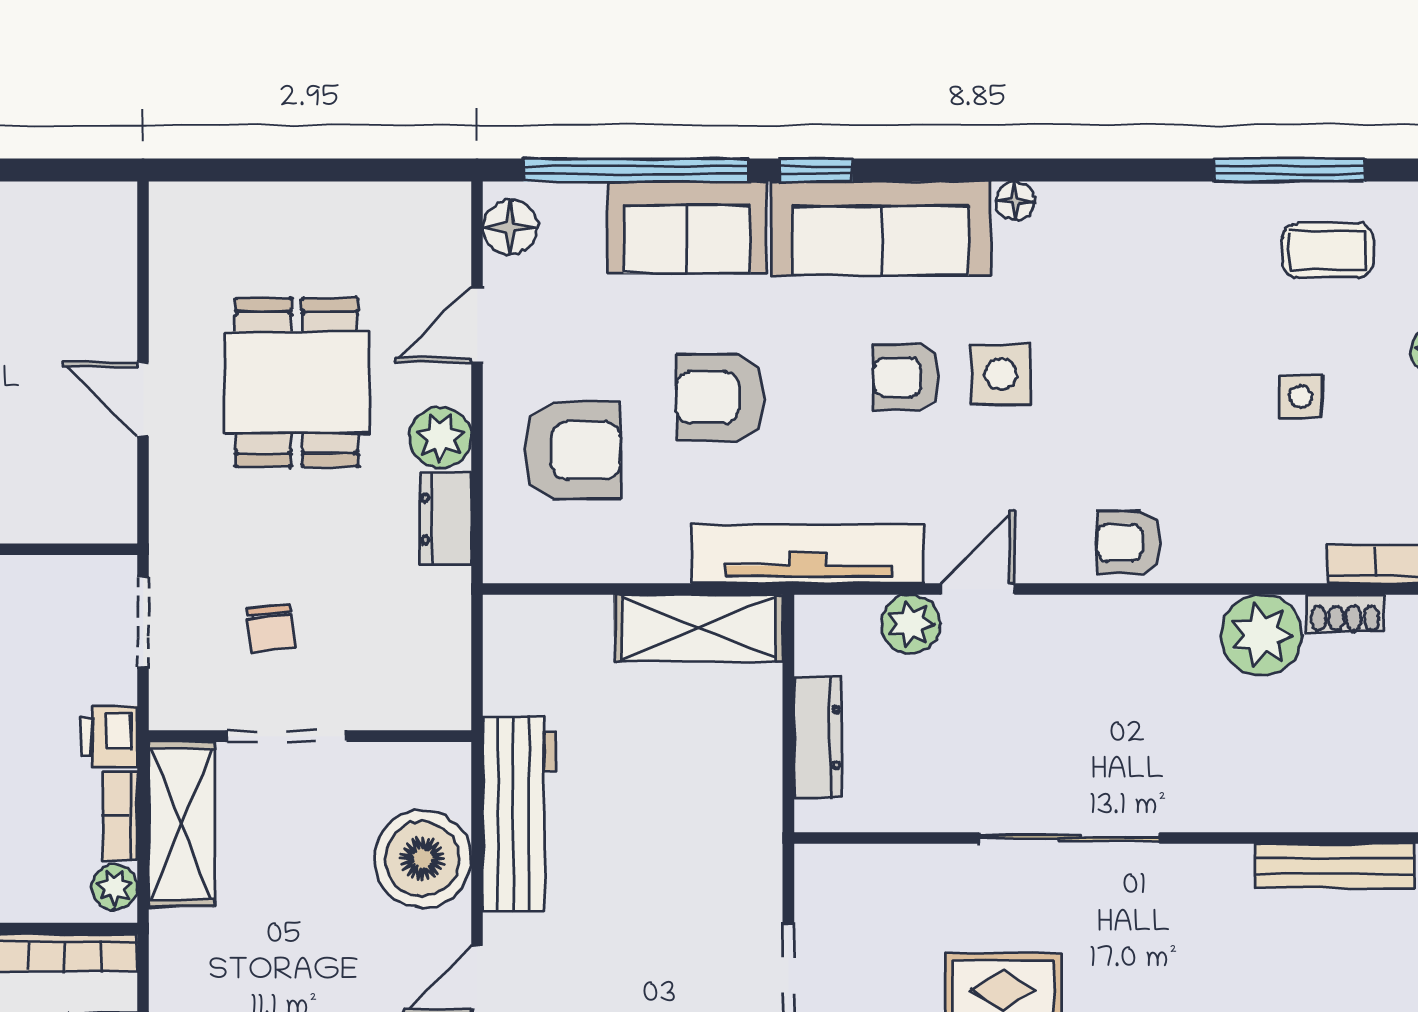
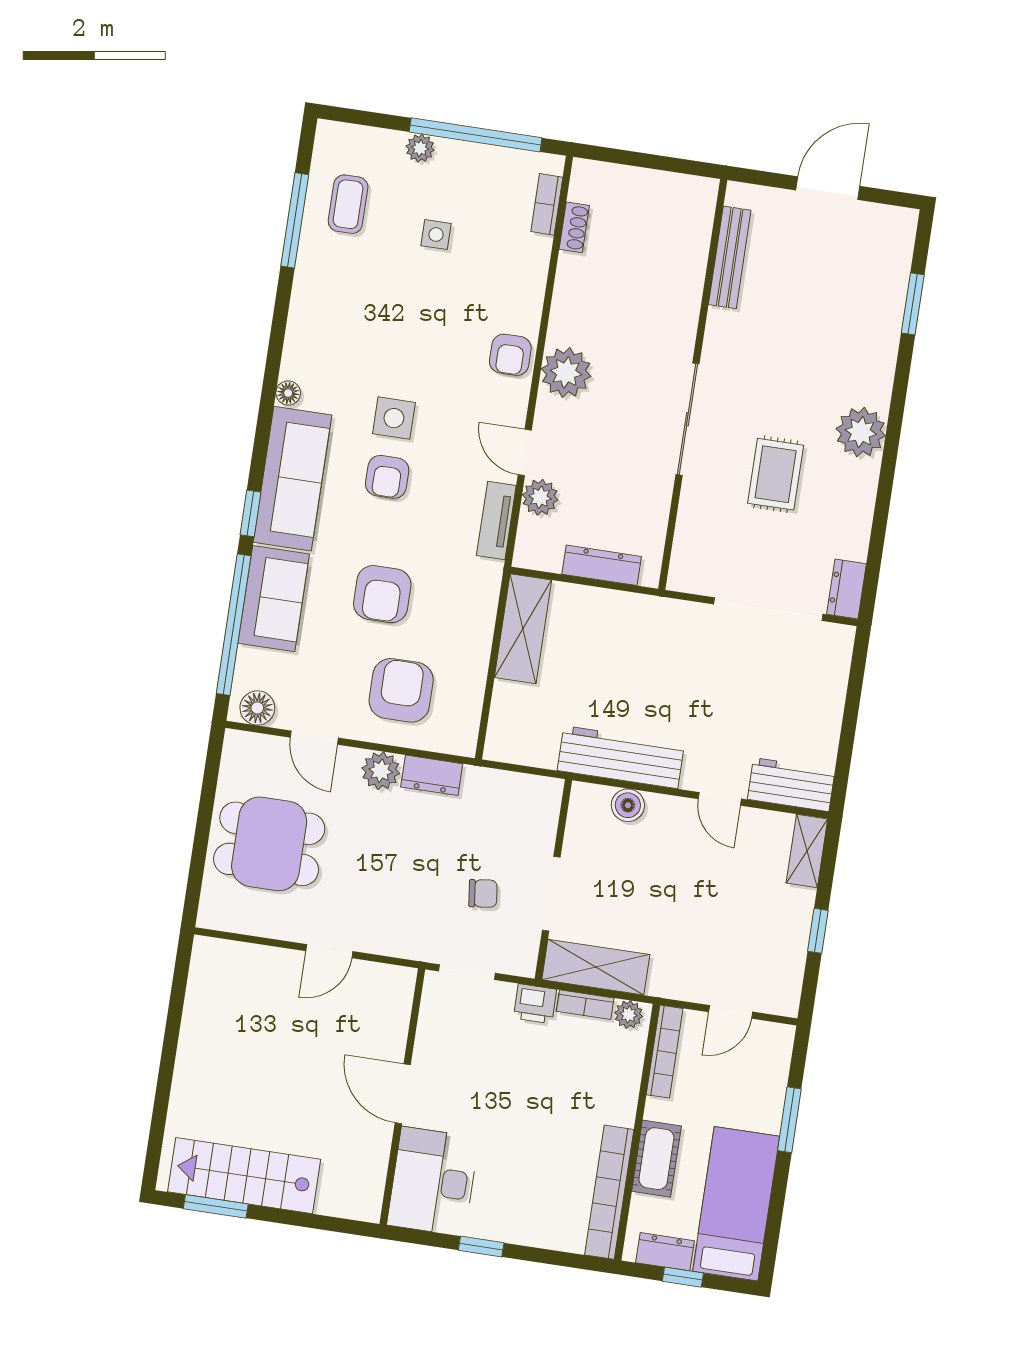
dining table: (297, 382) -> (269, 844), moved
tv unit: (808, 554) -> (496, 521), width x0.52, depth x0.78
plant: (1261, 635) -> (566, 372), moved
boiler: (422, 859) -> (628, 805), width x0.54, depth x0.54

